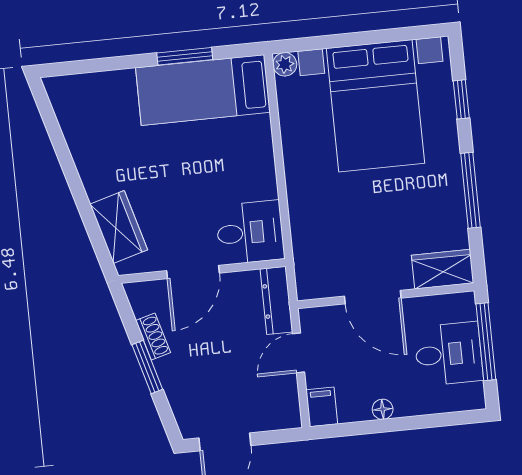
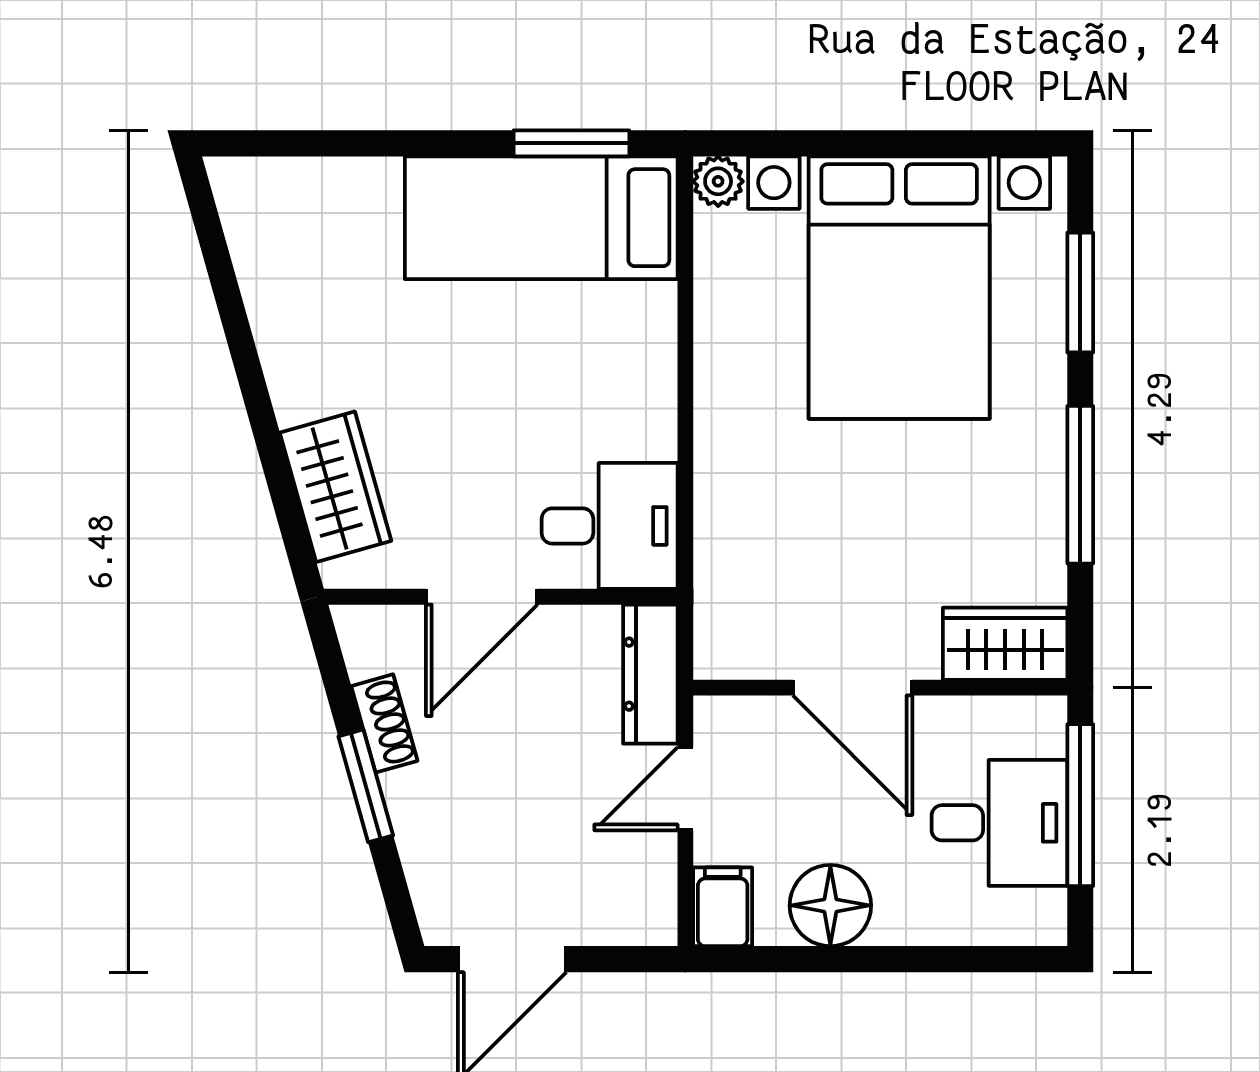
window: (185, 56) -> (571, 143), moved
window: (461, 99) -> (1080, 293), width x1.50
floor lamp: (383, 409) -> (830, 905), width x1.89, depth x1.89

